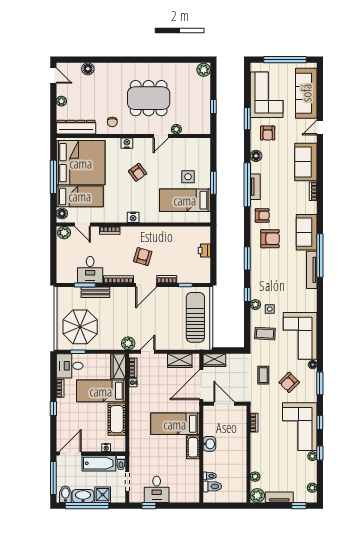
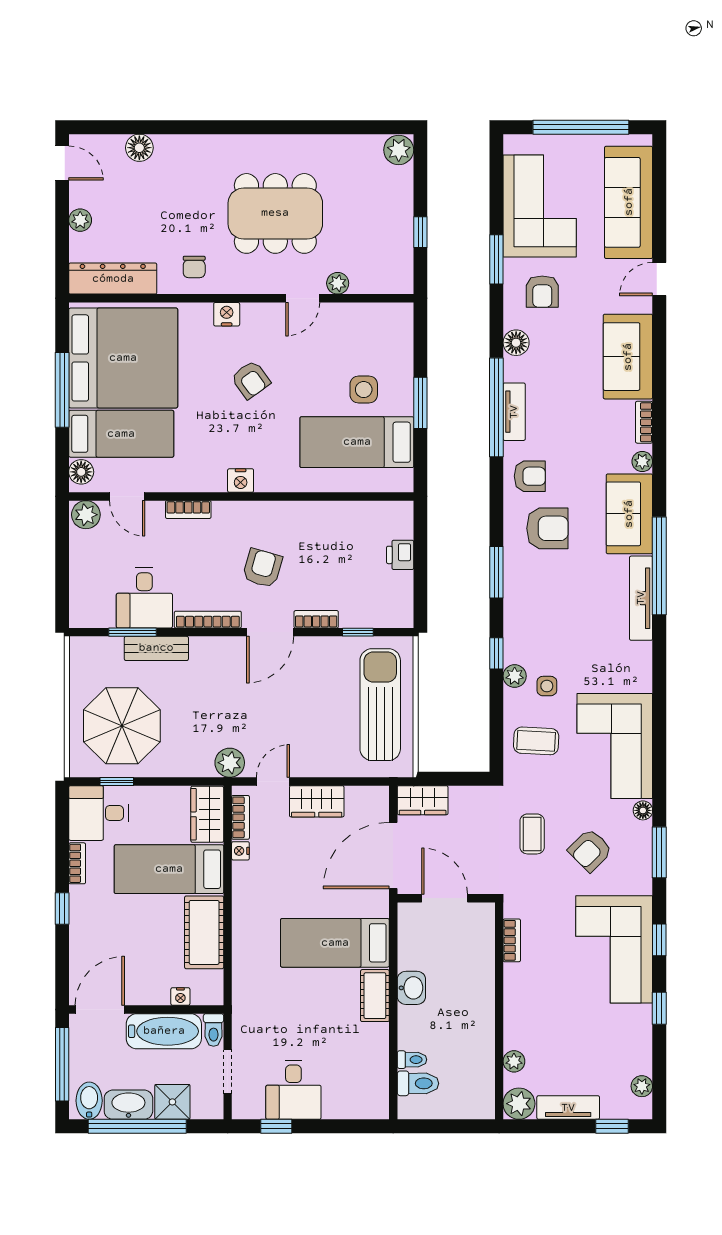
wardrobe: (180, 361) -> (317, 801), moved
plant: (312, 456) -> (642, 461), moved

